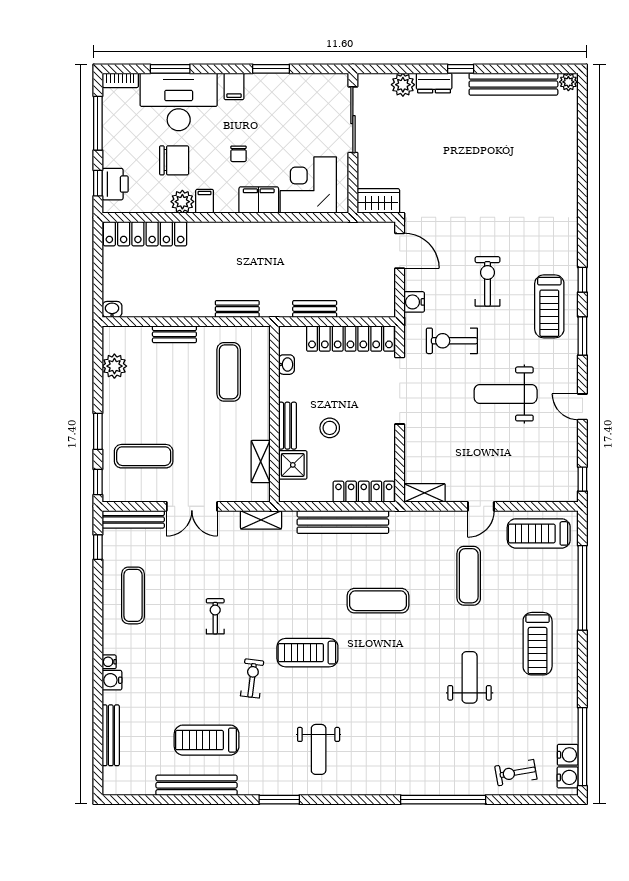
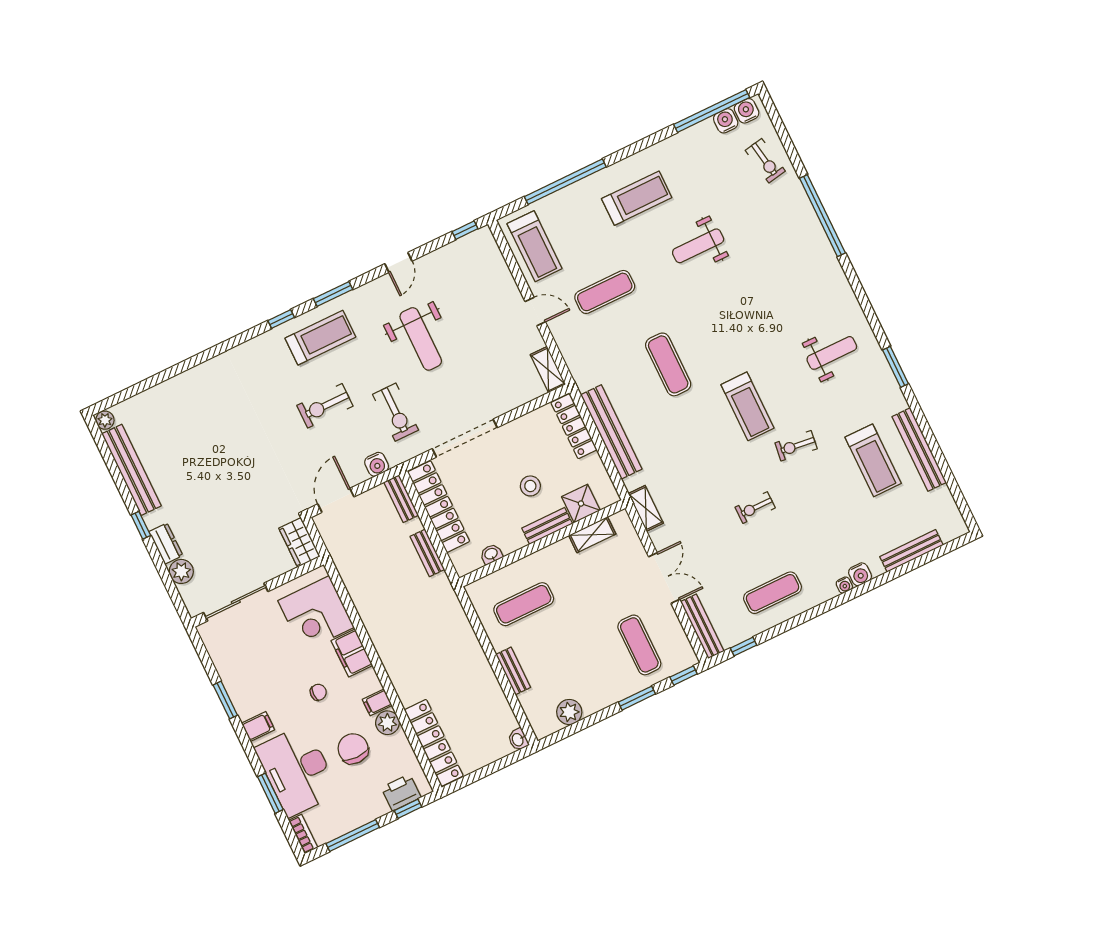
bench: (237, 309) -> (401, 499), moved

